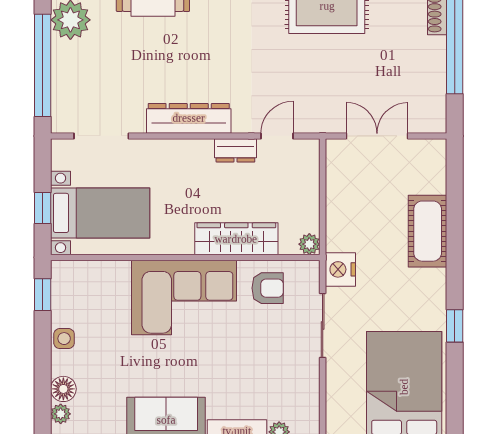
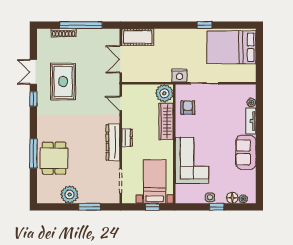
window: (43, 65) -> (90, 207), width x0.47
dresser: (235, 150) -> (127, 138), moved
cot: (428, 231) -> (138, 37), moved
plant: (309, 244) -> (164, 93), width x1.88, depth x1.88
window: (43, 295) -> (217, 207), moved
corner sofa: (184, 297) -> (192, 160), moved

